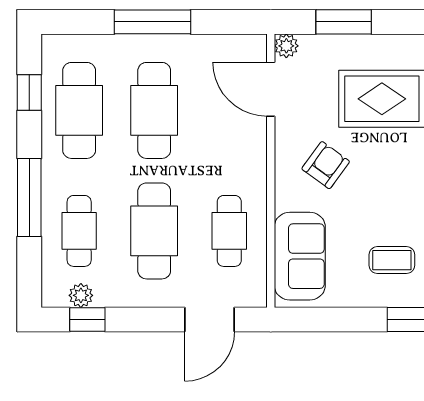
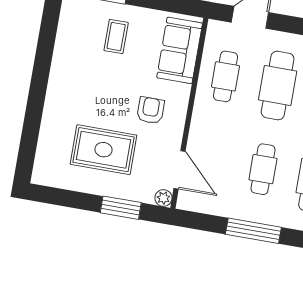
cafe table: (154, 110) -> (263, 169), width x0.73, depth x0.74
armchair: (326, 165) -> (151, 110), turned 144
coffee table: (392, 260) -> (116, 37), turned 90

